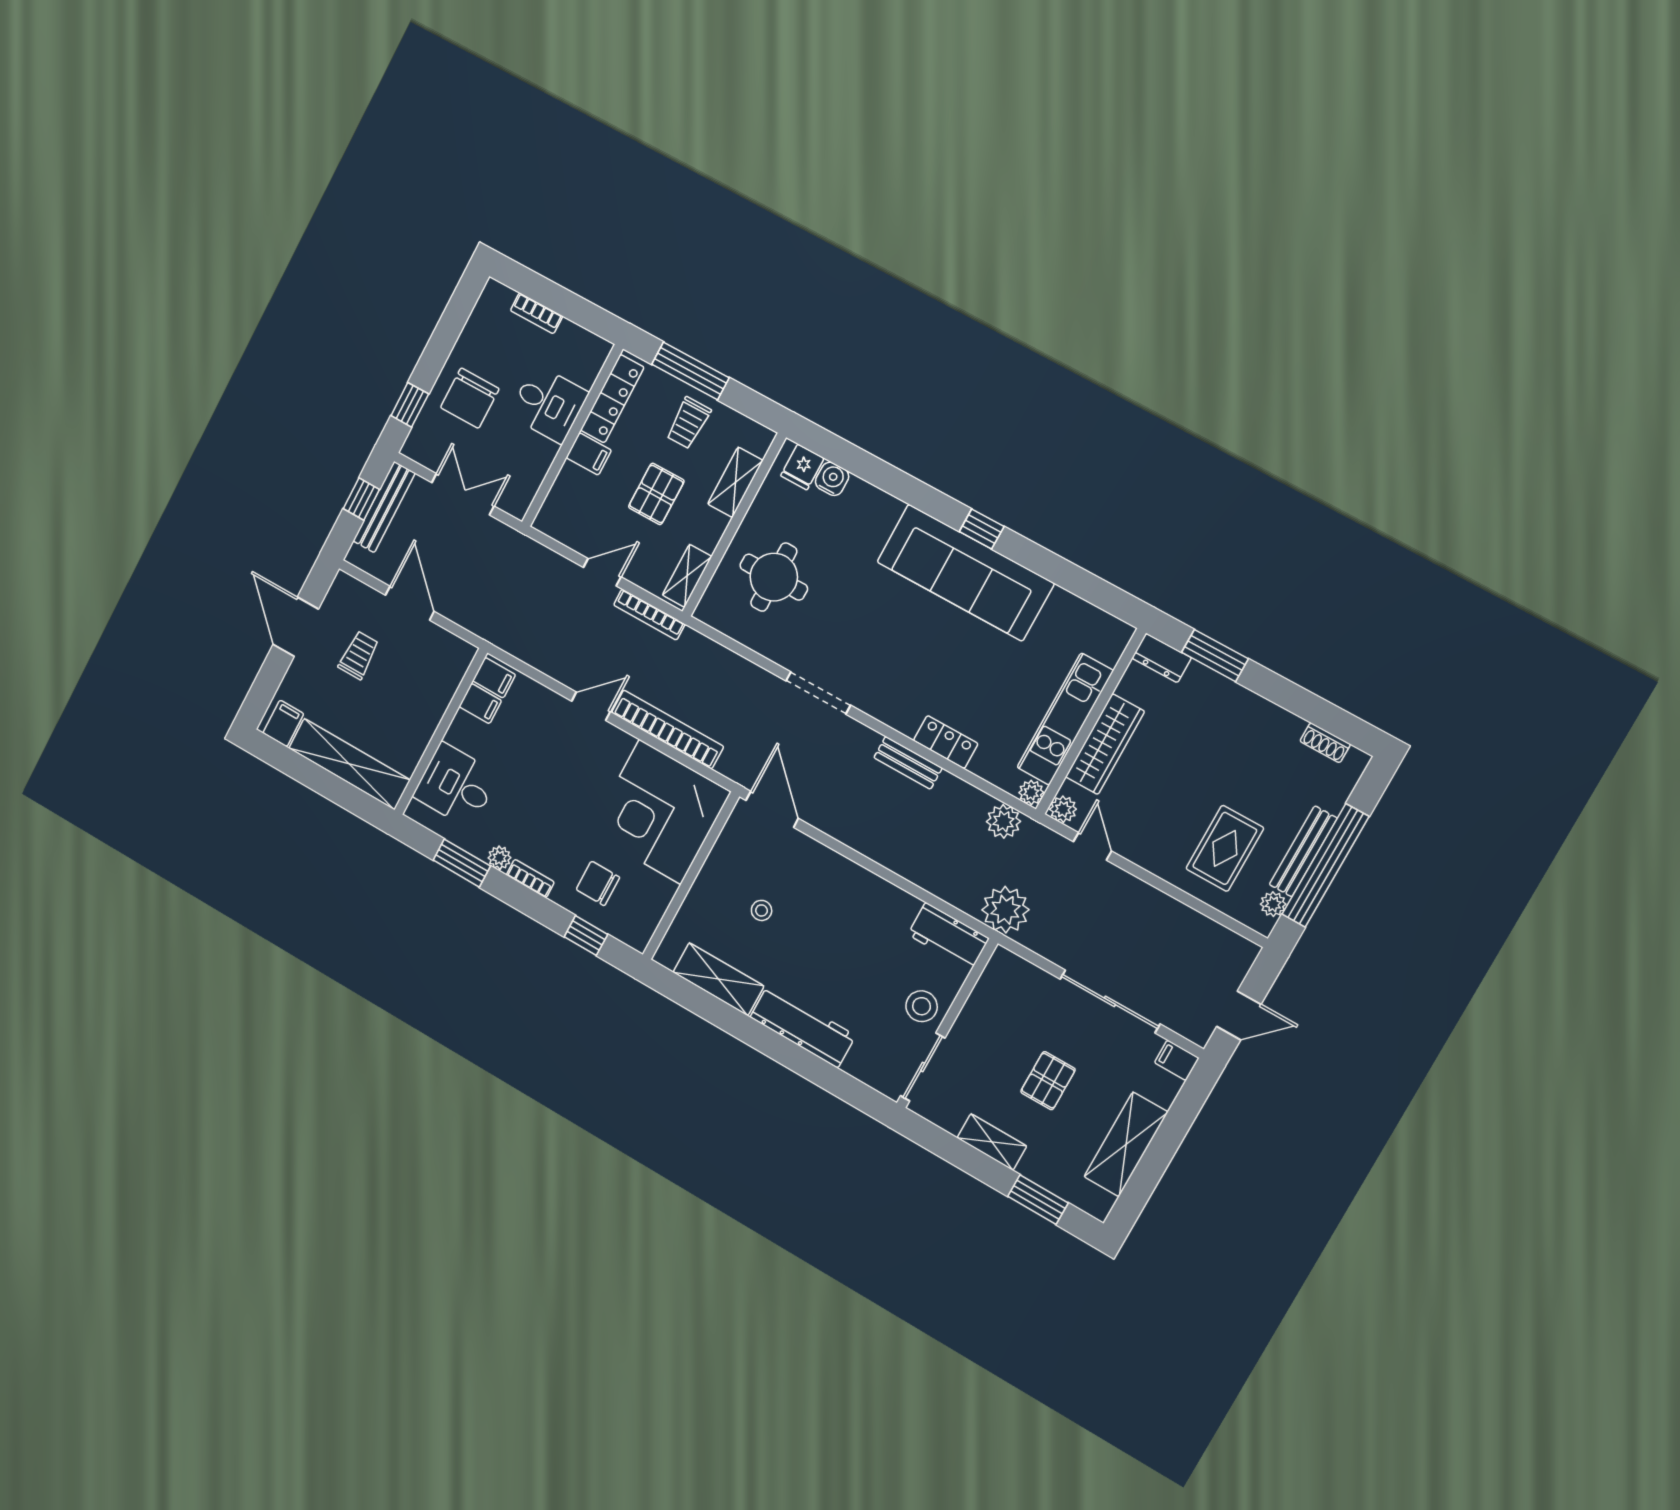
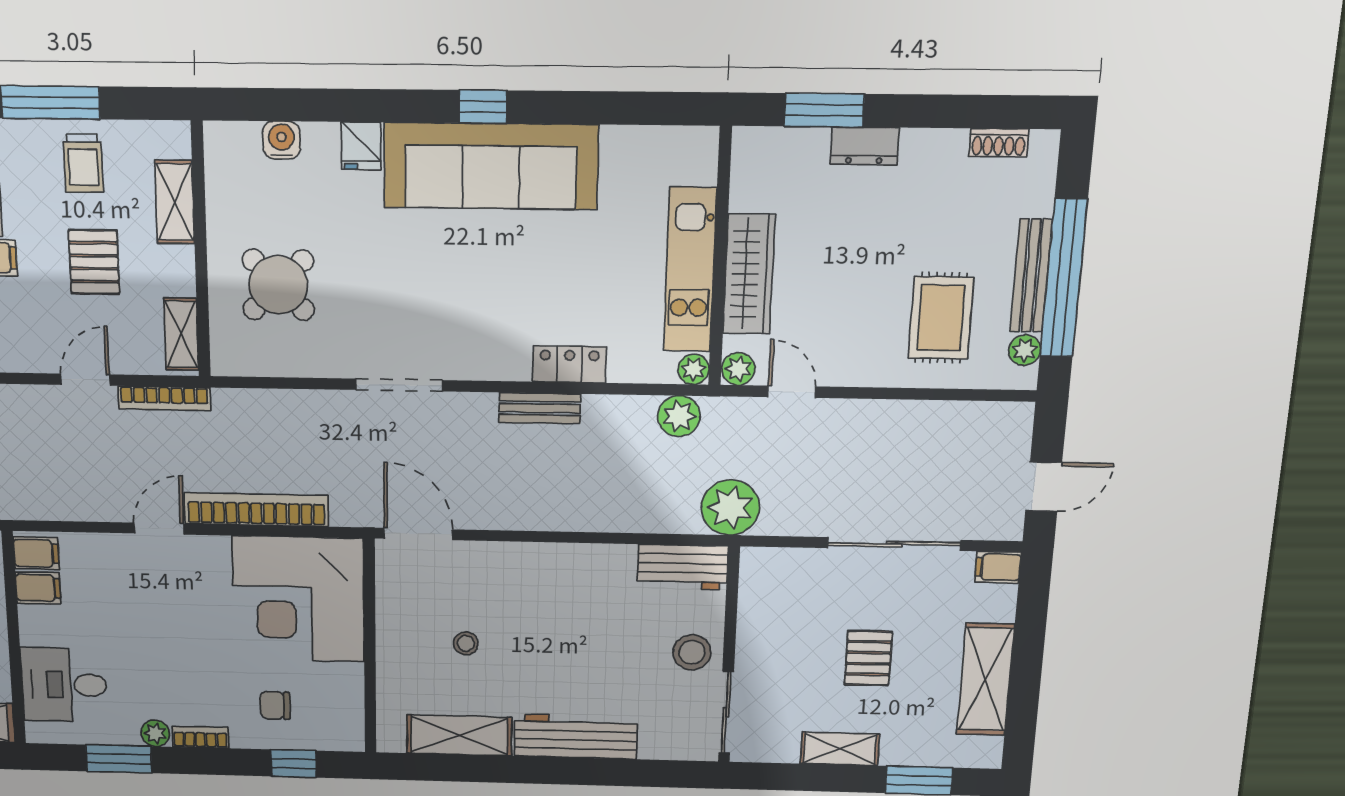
fridge: (802, 467) -> (361, 146), moved
round table: (774, 577) -> (278, 285), turned 45
dresser: (1162, 658) -> (865, 146), moved
chair: (598, 883) -> (275, 705), width x0.73, depth x0.73

